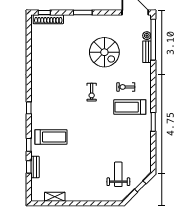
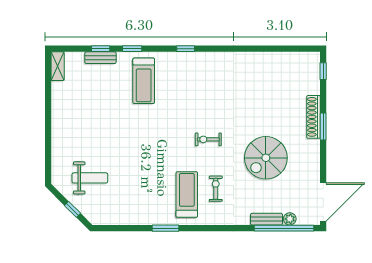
shoe rack: (48, 19) -> (314, 117), moved
shelving: (55, 197) -> (58, 66), moved

